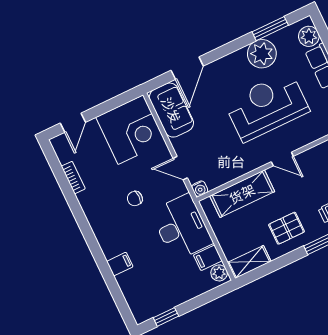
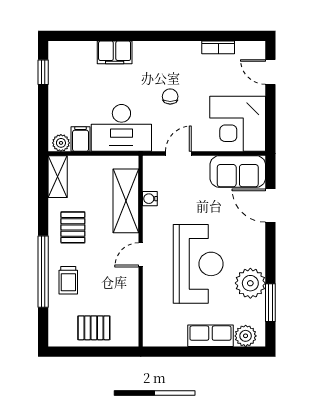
water cooler: (200, 189) -> (150, 199), moved
filing cabinet: (120, 264) -> (115, 52), width x2.00

